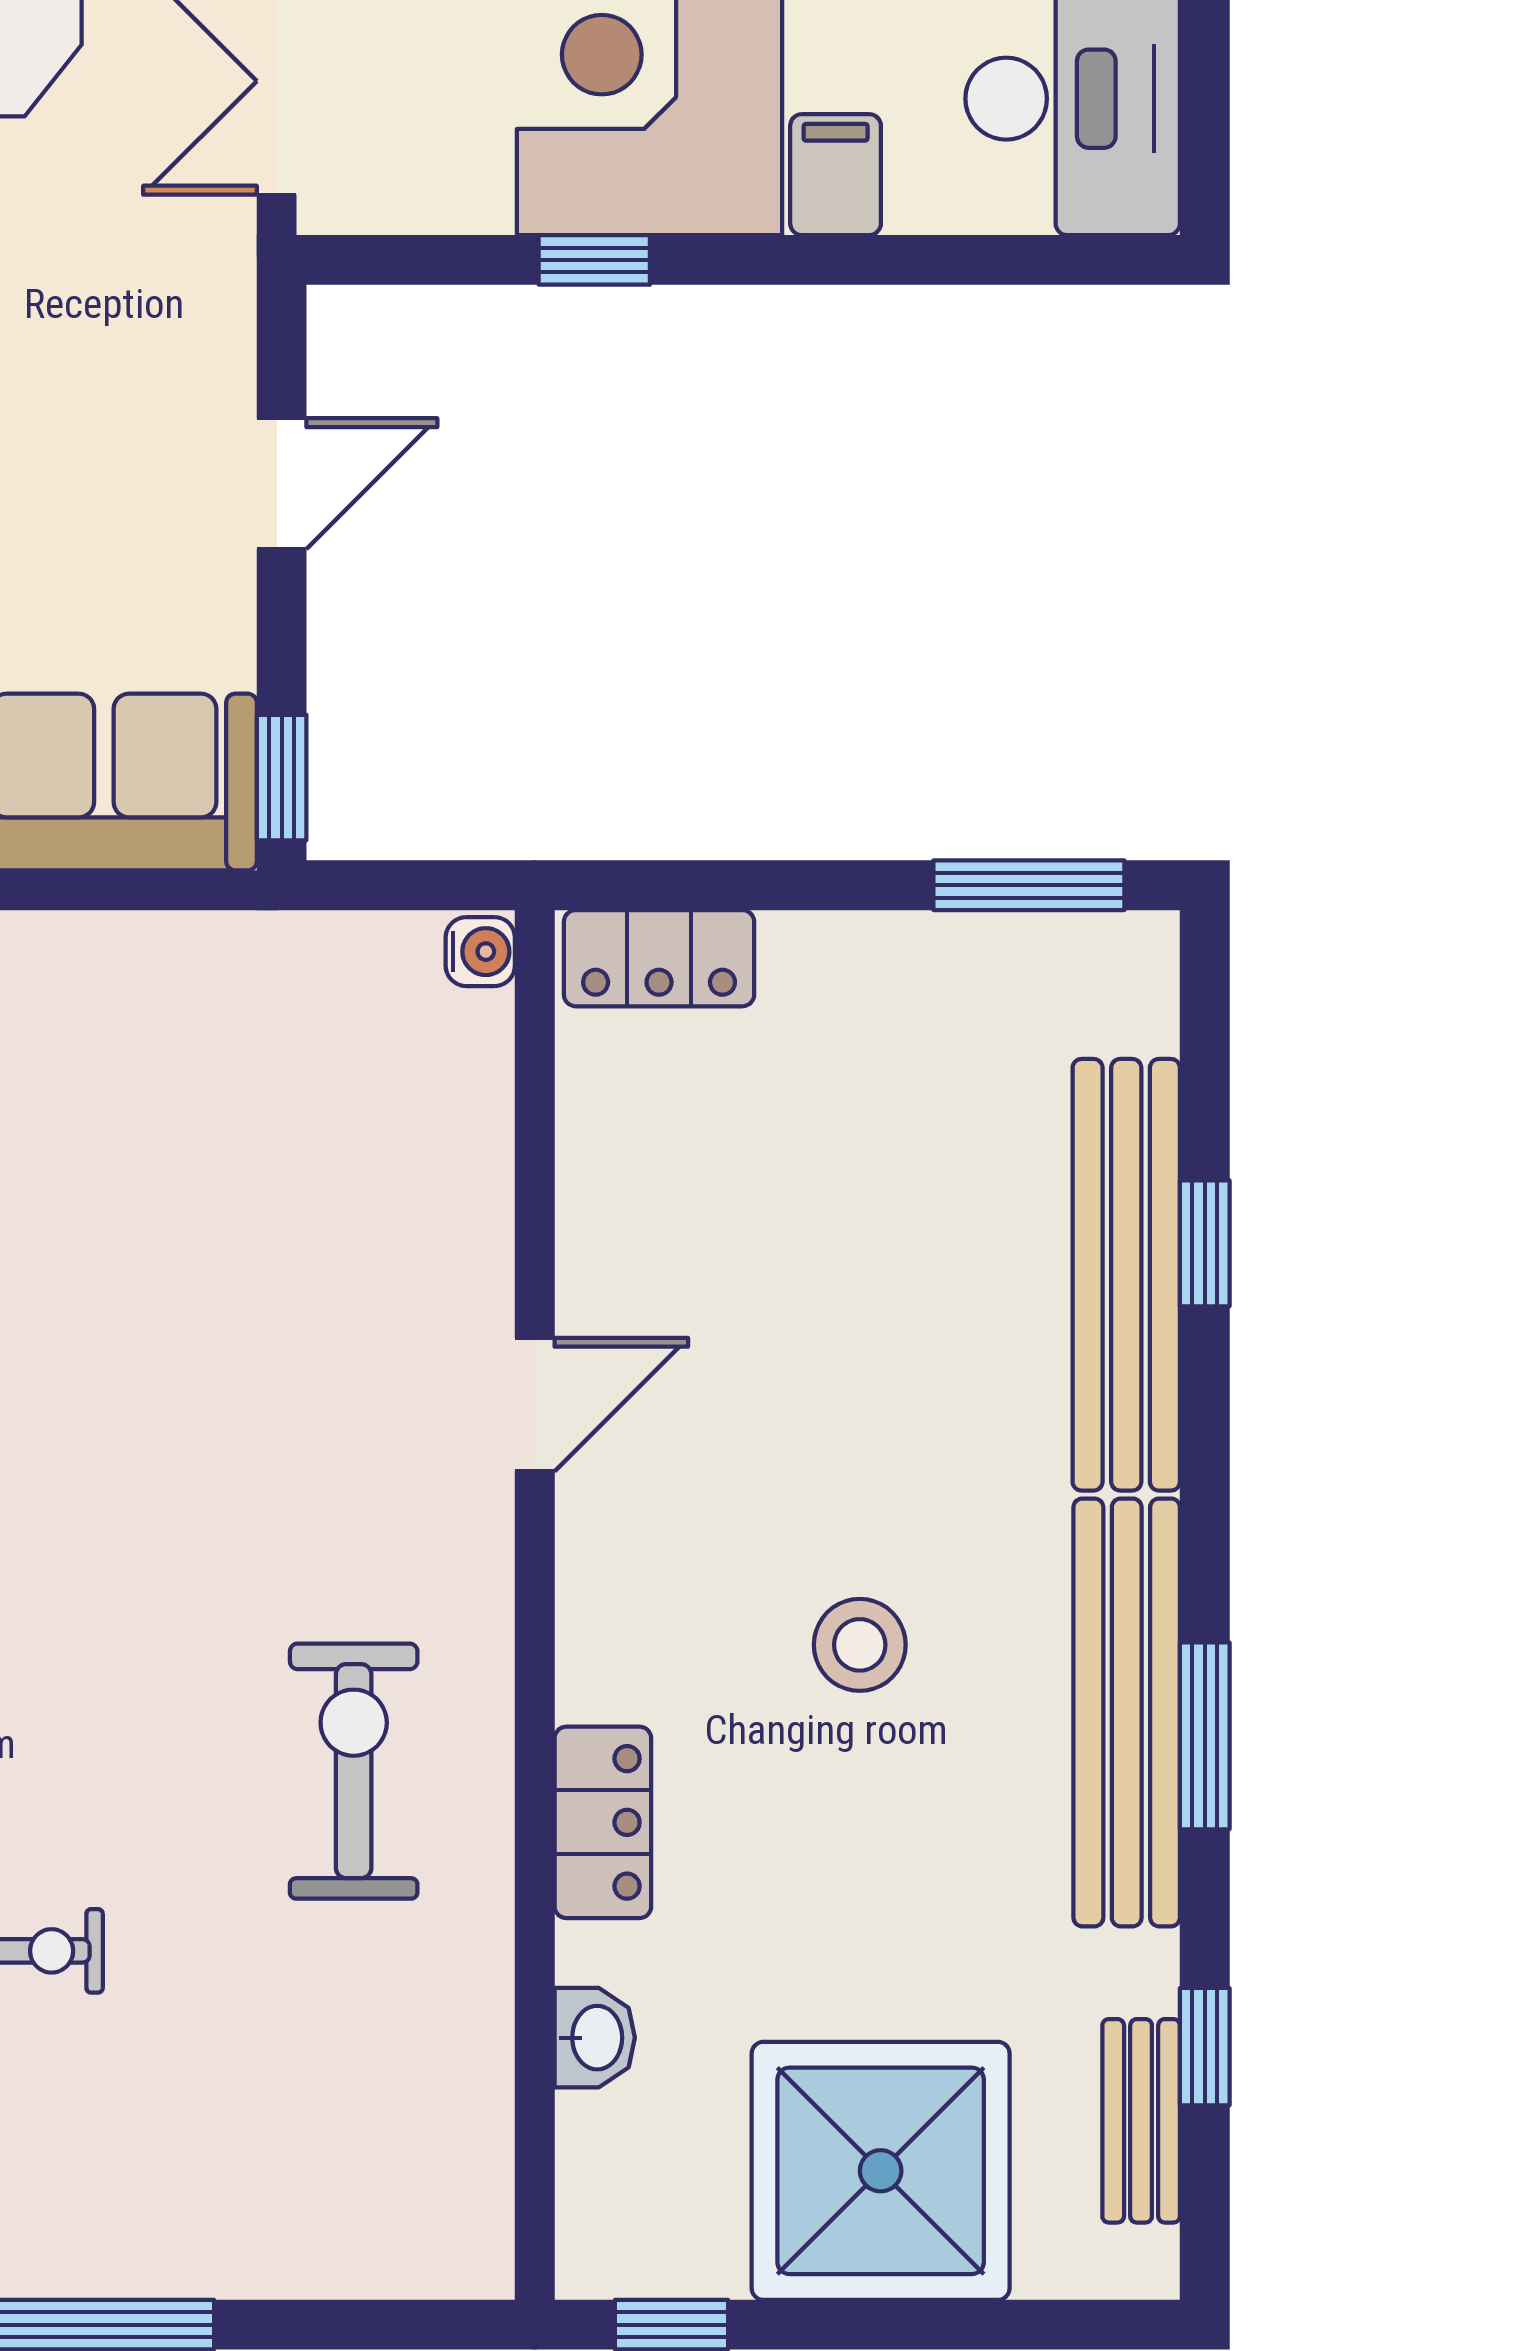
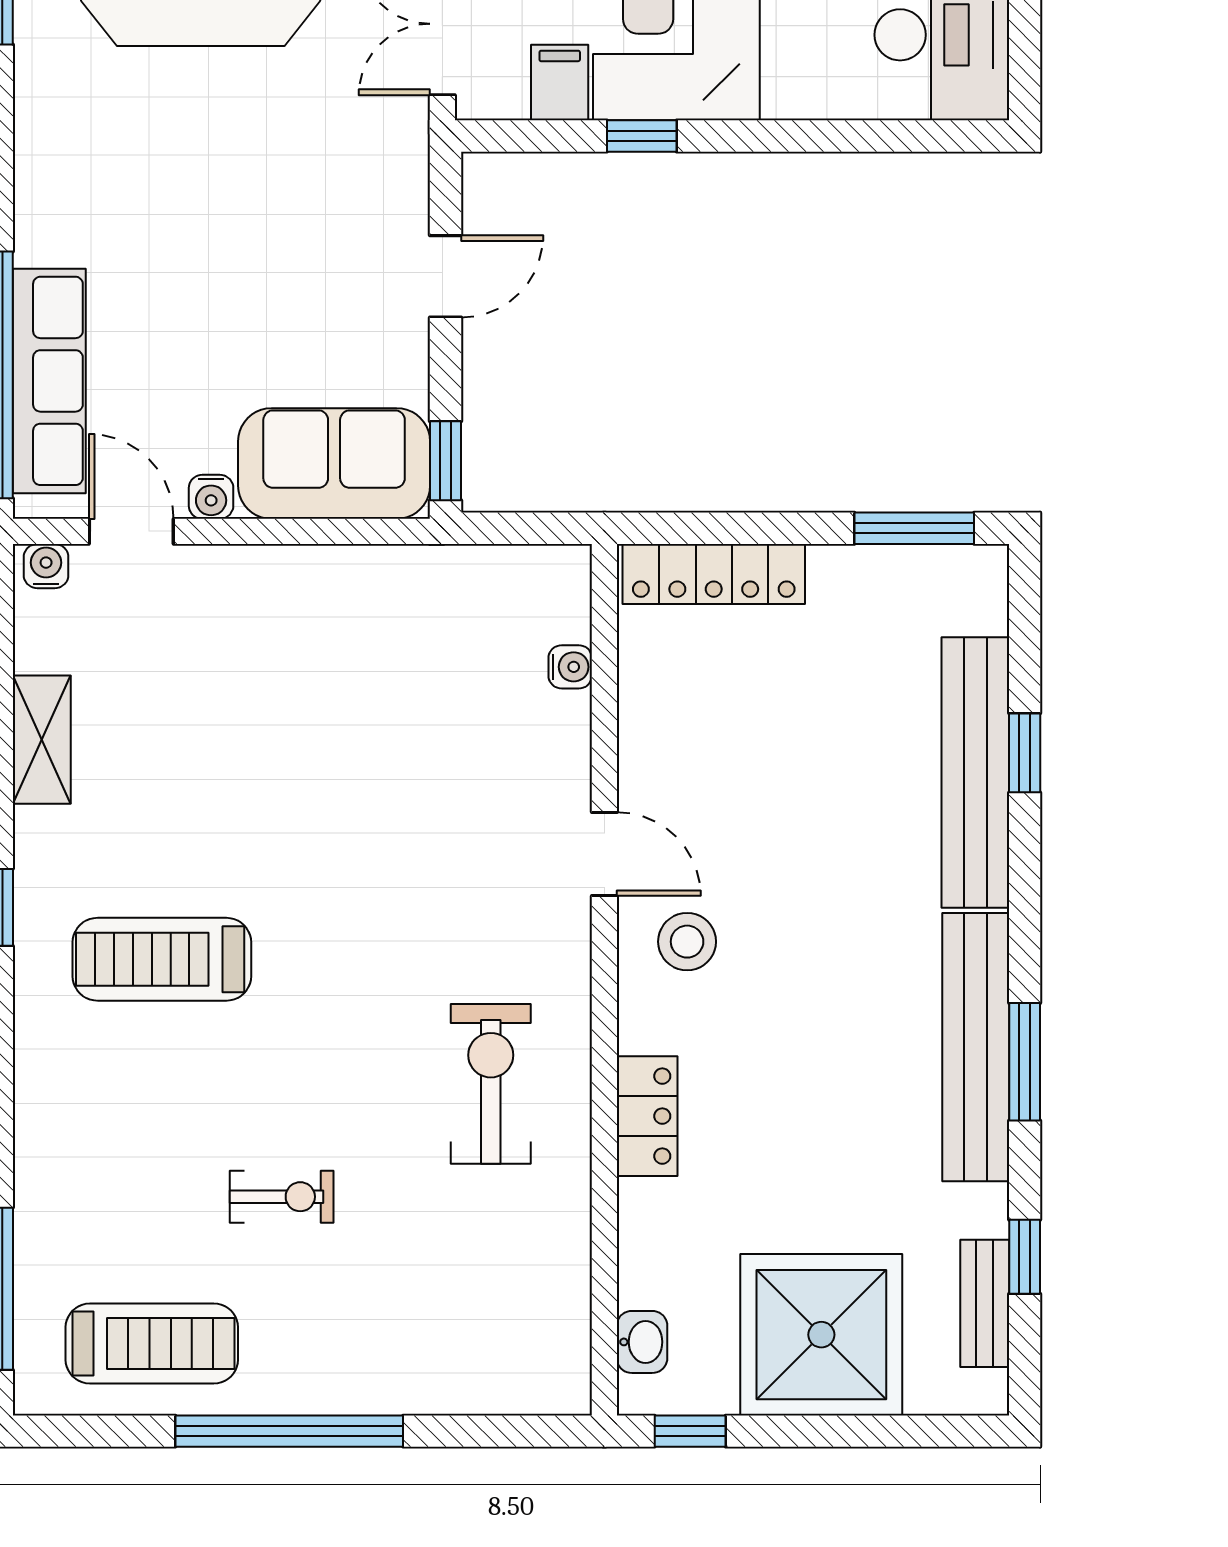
filing cabinet: (836, 175) -> (560, 83), moved
water cooler: (480, 952) -> (570, 667), moved
locker: (659, 958) -> (714, 574), width x1.53
door: (535, 1405) -> (604, 854), hinge flipped
stool: (860, 1645) -> (687, 942), moved
washbasin: (595, 2038) -> (642, 1342), moved

